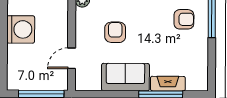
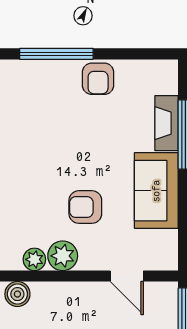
plant: (85, 18) -> (63, 256), added
armchair: (184, 19) -> (98, 79), moved, turned 180

